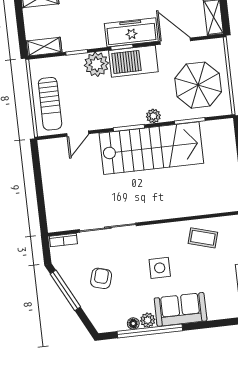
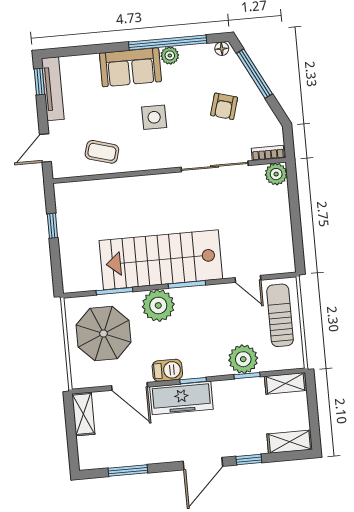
barbecue: (133, 61) -> (167, 370), width x0.53, depth x0.65
plant: (96, 64) -> (243, 359), moved
plant: (153, 116) -> (158, 305), width x1.87, depth x1.87
door: (78, 134) -> (248, 279), swing flipped
plant: (56, 222) -> (276, 174), added
window: (65, 290) -> (254, 74), moved
floor lamp: (133, 323) -> (222, 49), moved

